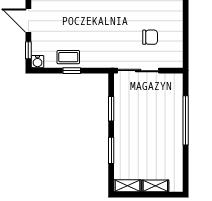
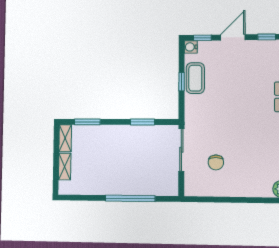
coffee table: (68, 57) -> (195, 78), width x1.36, depth x1.30
window: (111, 150) -> (87, 122), moved

